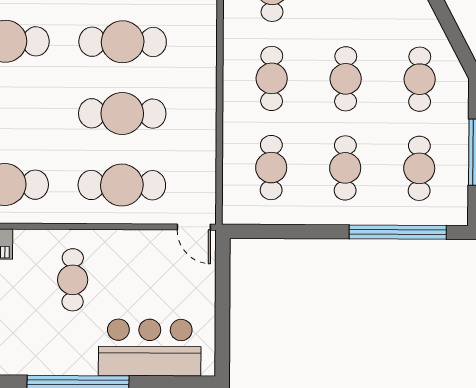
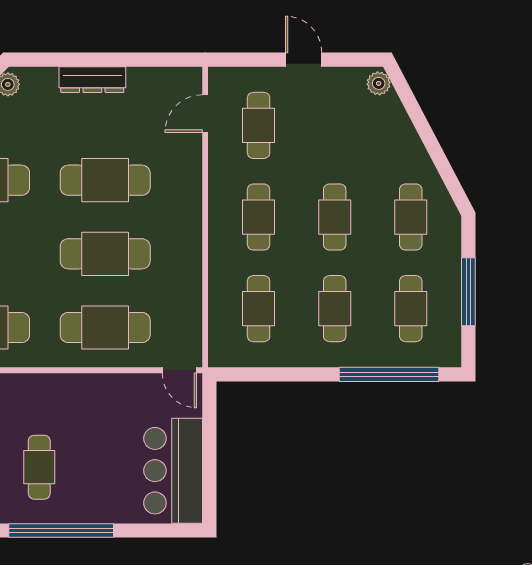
cafe table: (73, 280) -> (39, 467), moved
bar counter: (150, 347) -> (173, 471), moved, turned -90

